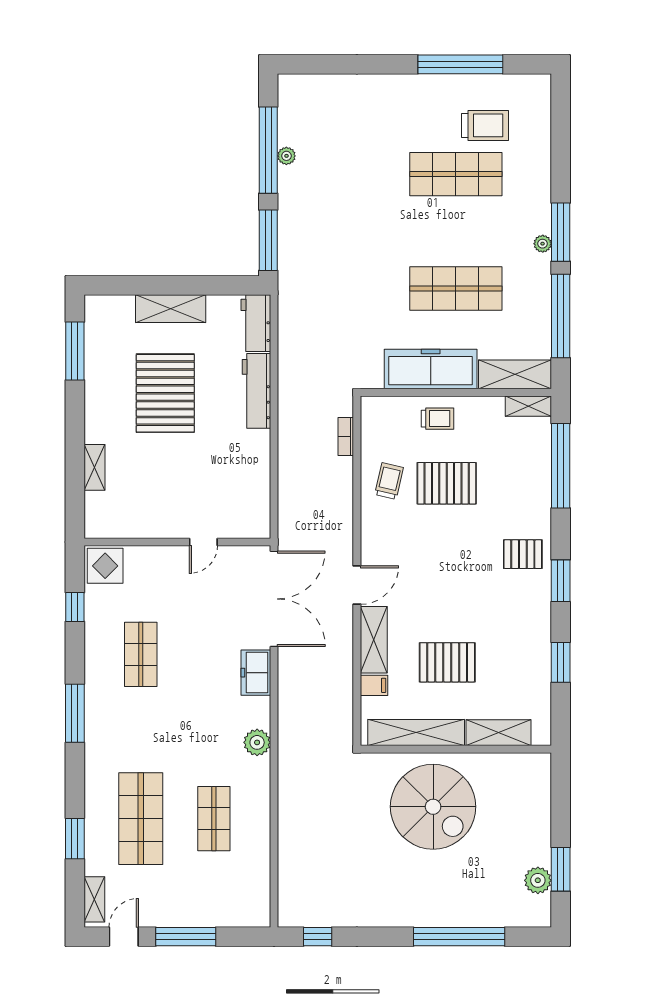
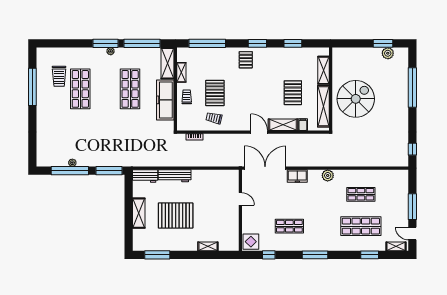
trolley: (485, 125) -> (59, 76), turned 180
shelving: (528, 406) -> (181, 72), moved

